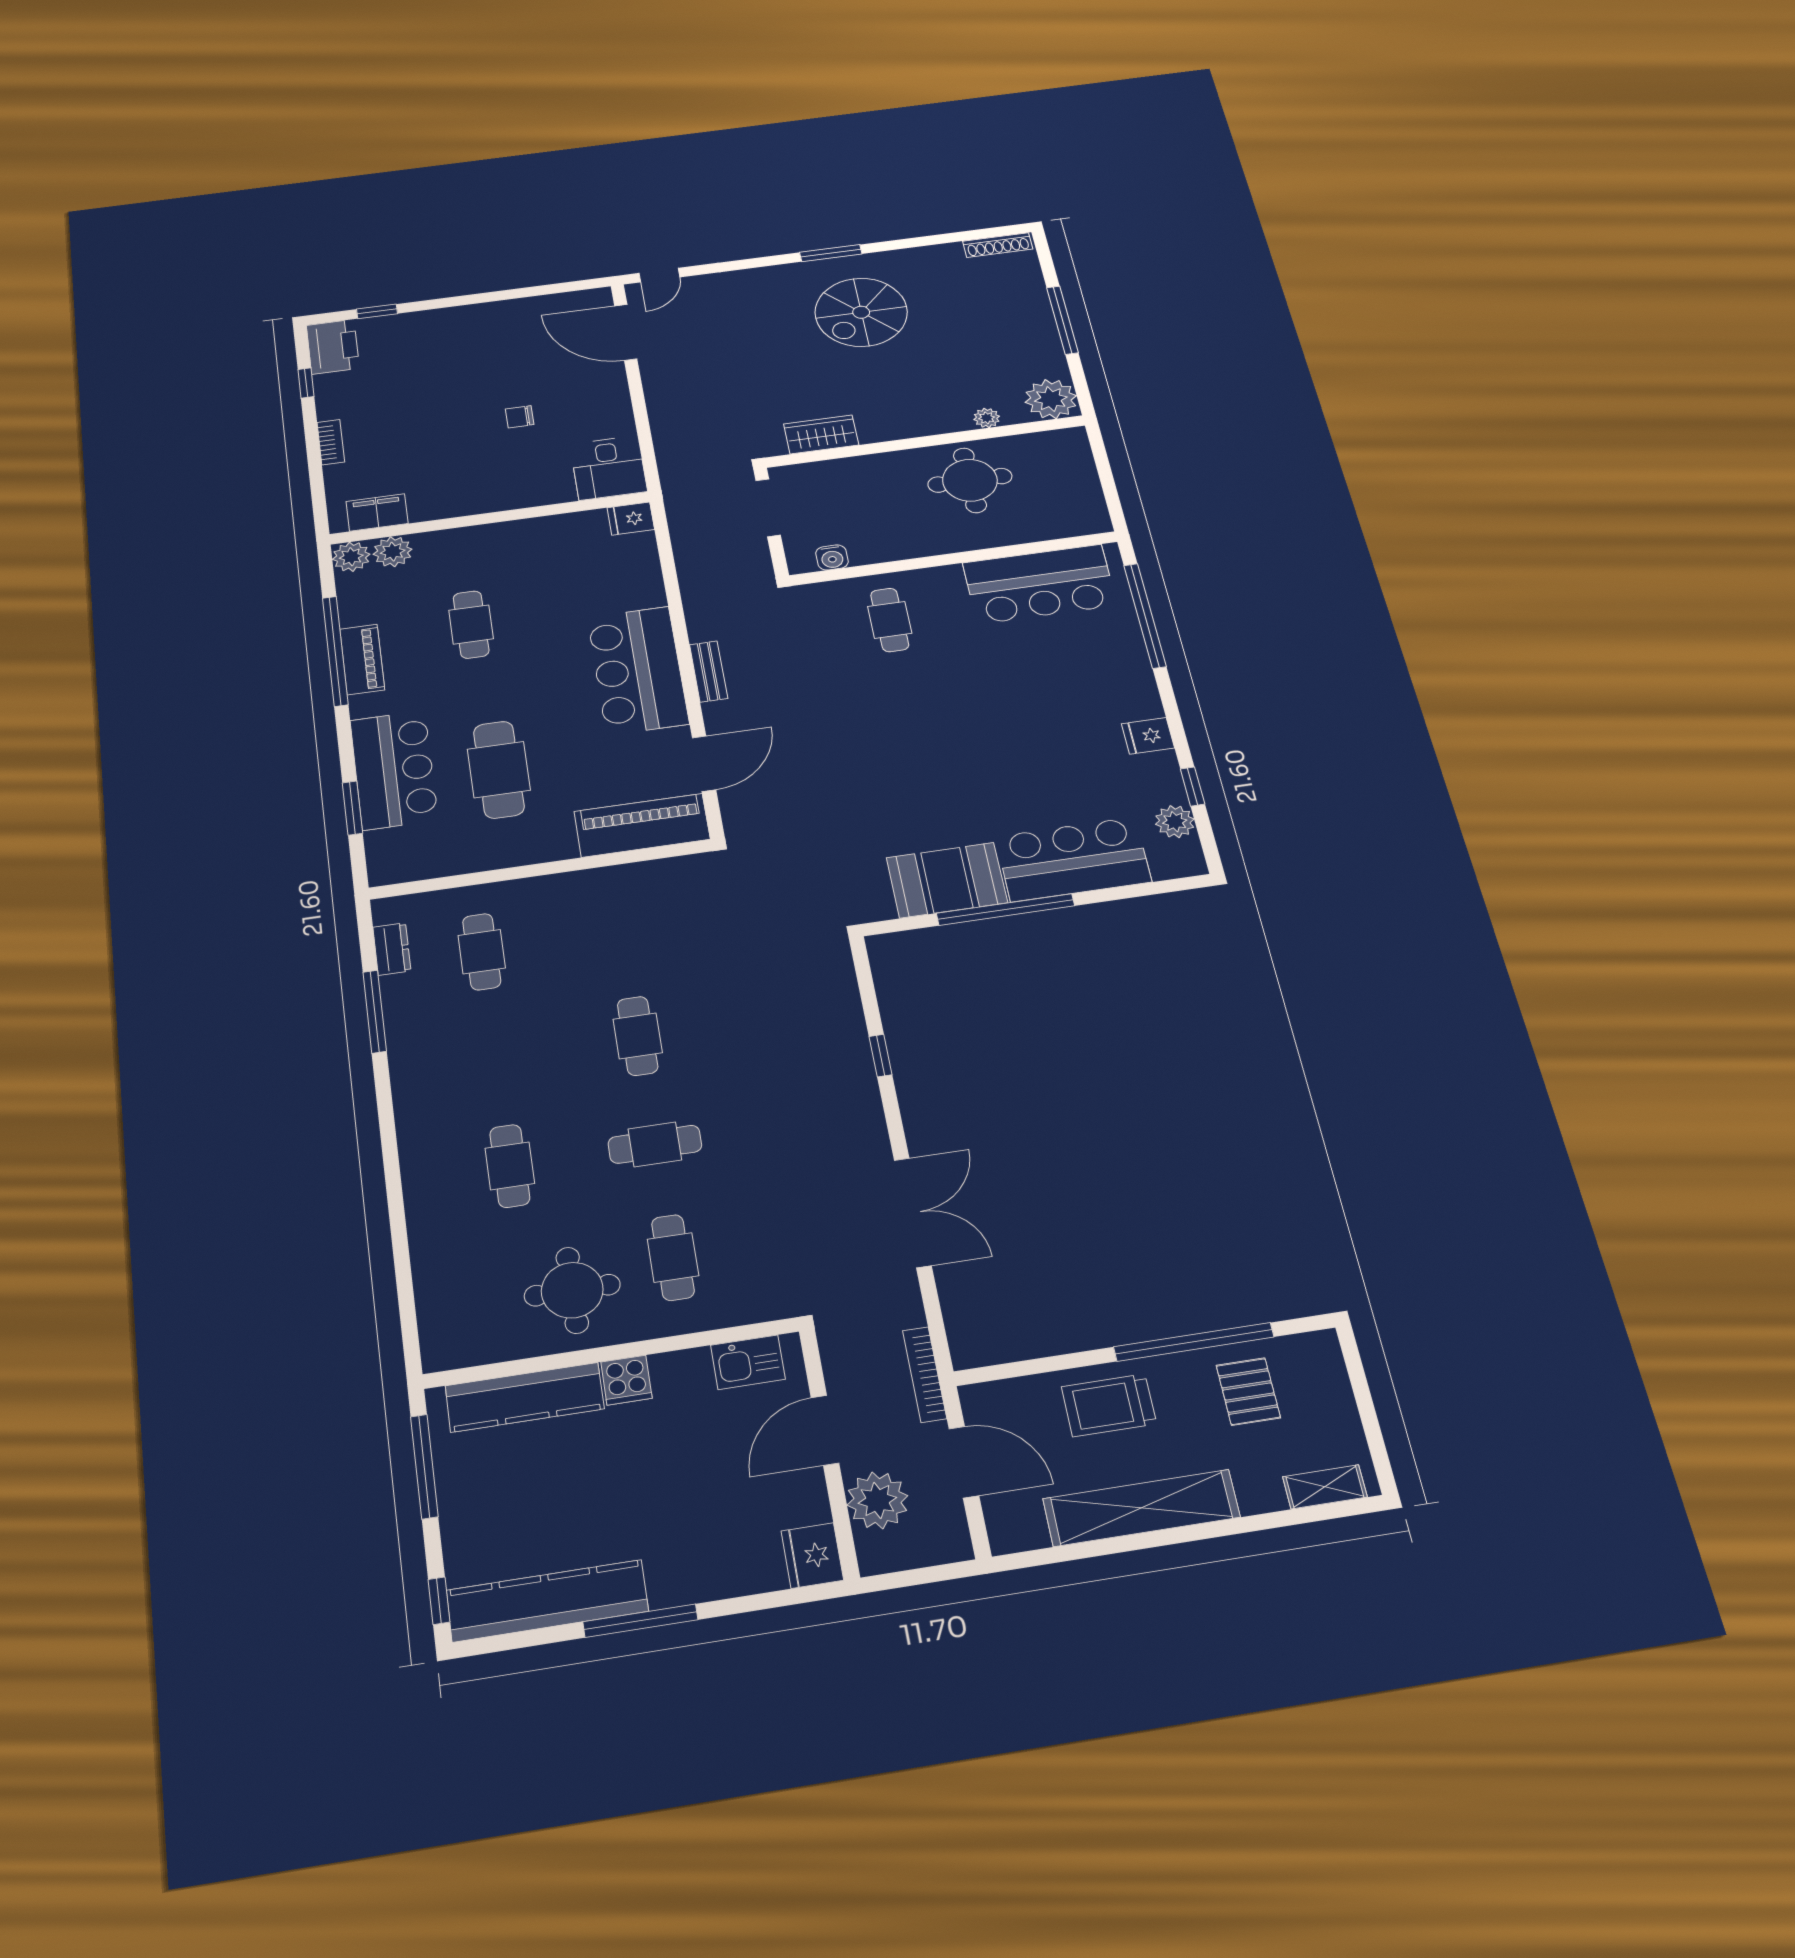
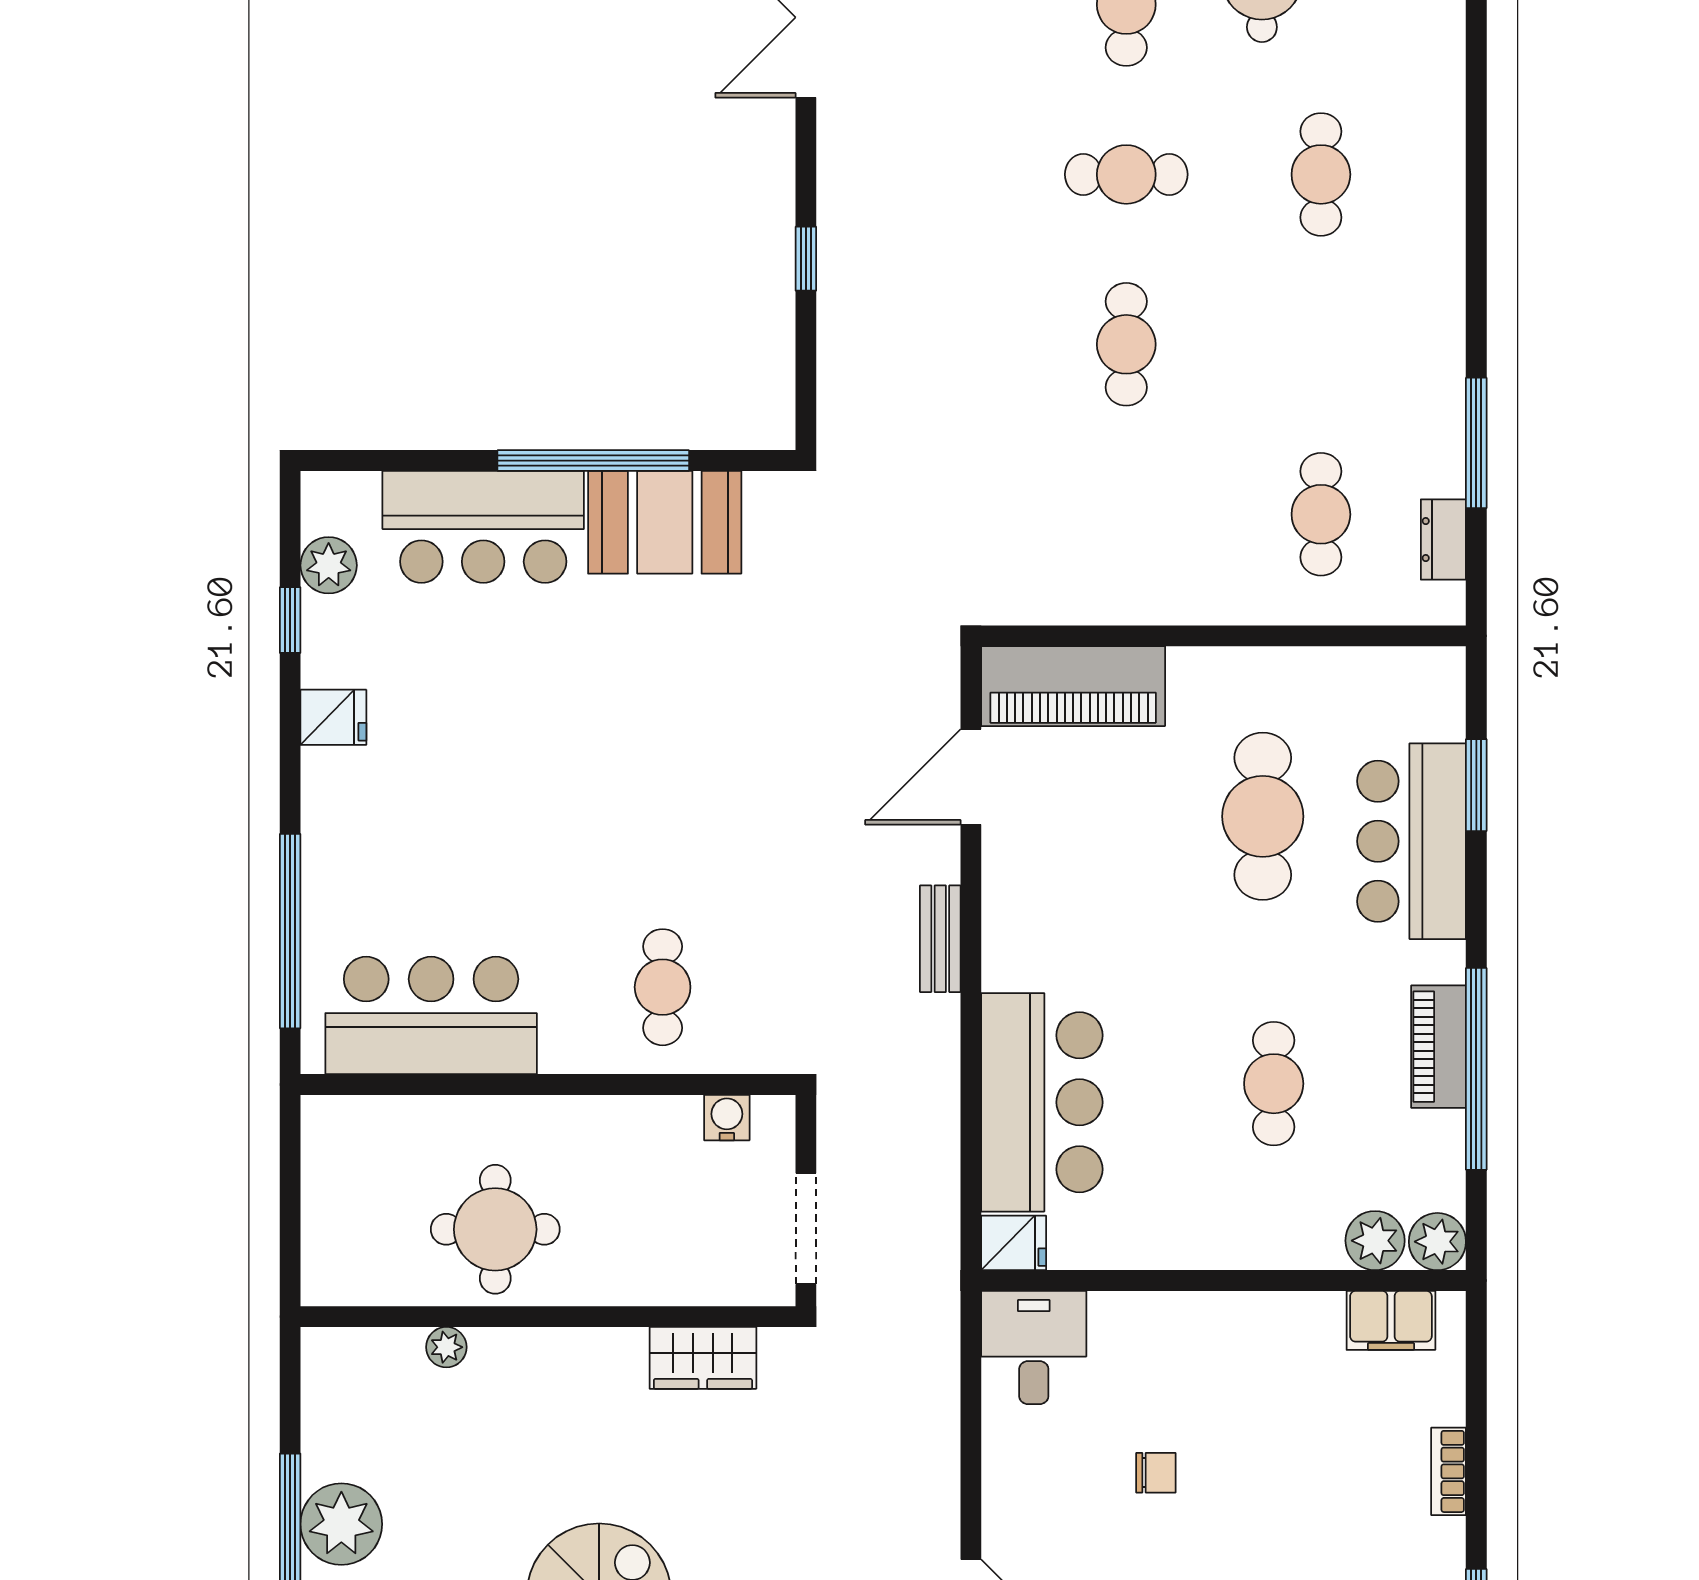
plant: (1051, 399) -> (341, 1524), moved
bar counter: (638, 670) -> (1042, 1102), moved

